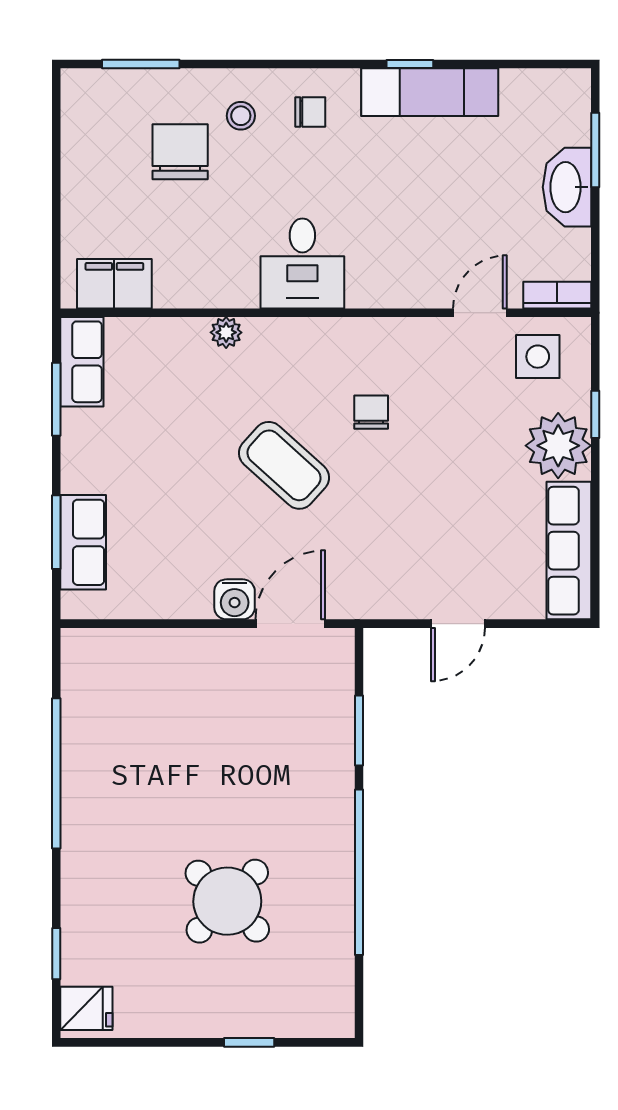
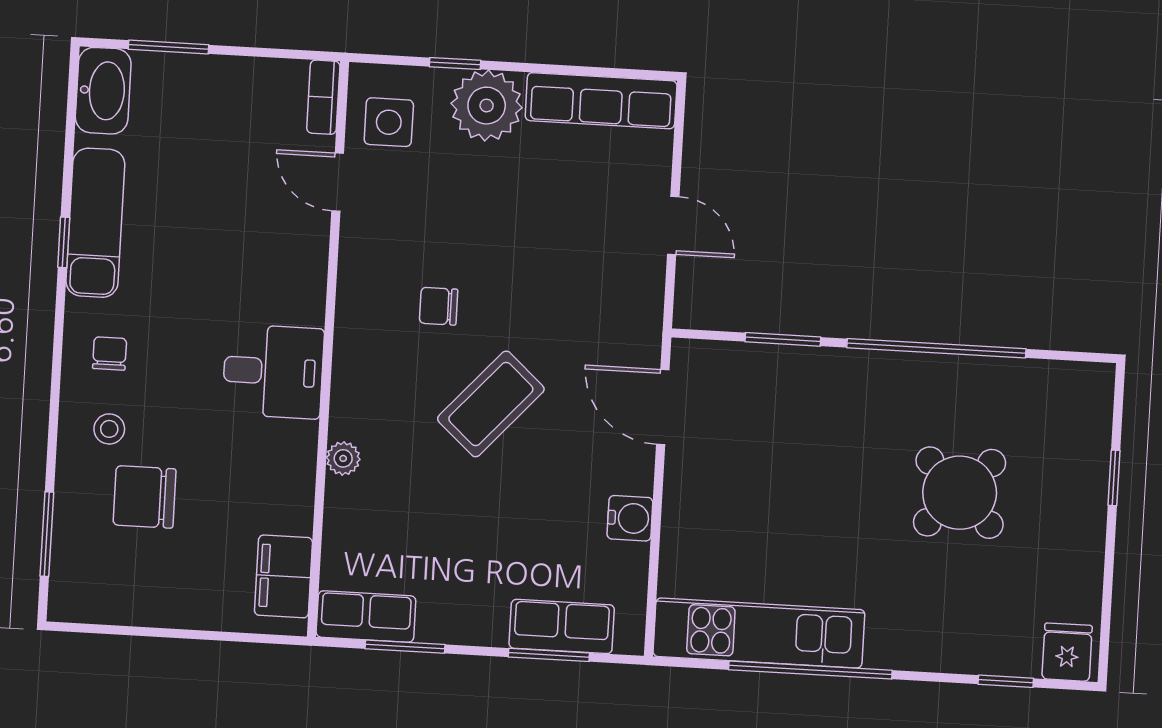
washbasin: (567, 187) -> (103, 91), moved, turned -90
water cooler: (235, 599) -> (630, 518), moved
kitchen unit: (88, 724) -> (759, 633), added

